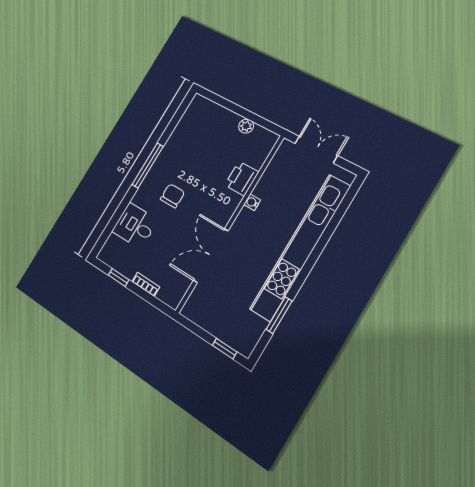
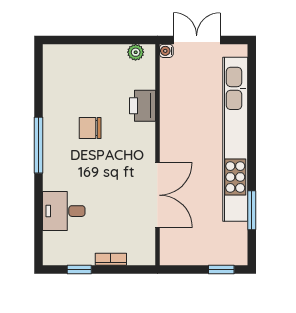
plant: (246, 126) -> (136, 52), moved
chair: (173, 196) -> (90, 128), moved, turned -90
water cooler: (252, 202) -> (166, 51), moved
double door: (211, 256) -> (157, 195), swing flipped

